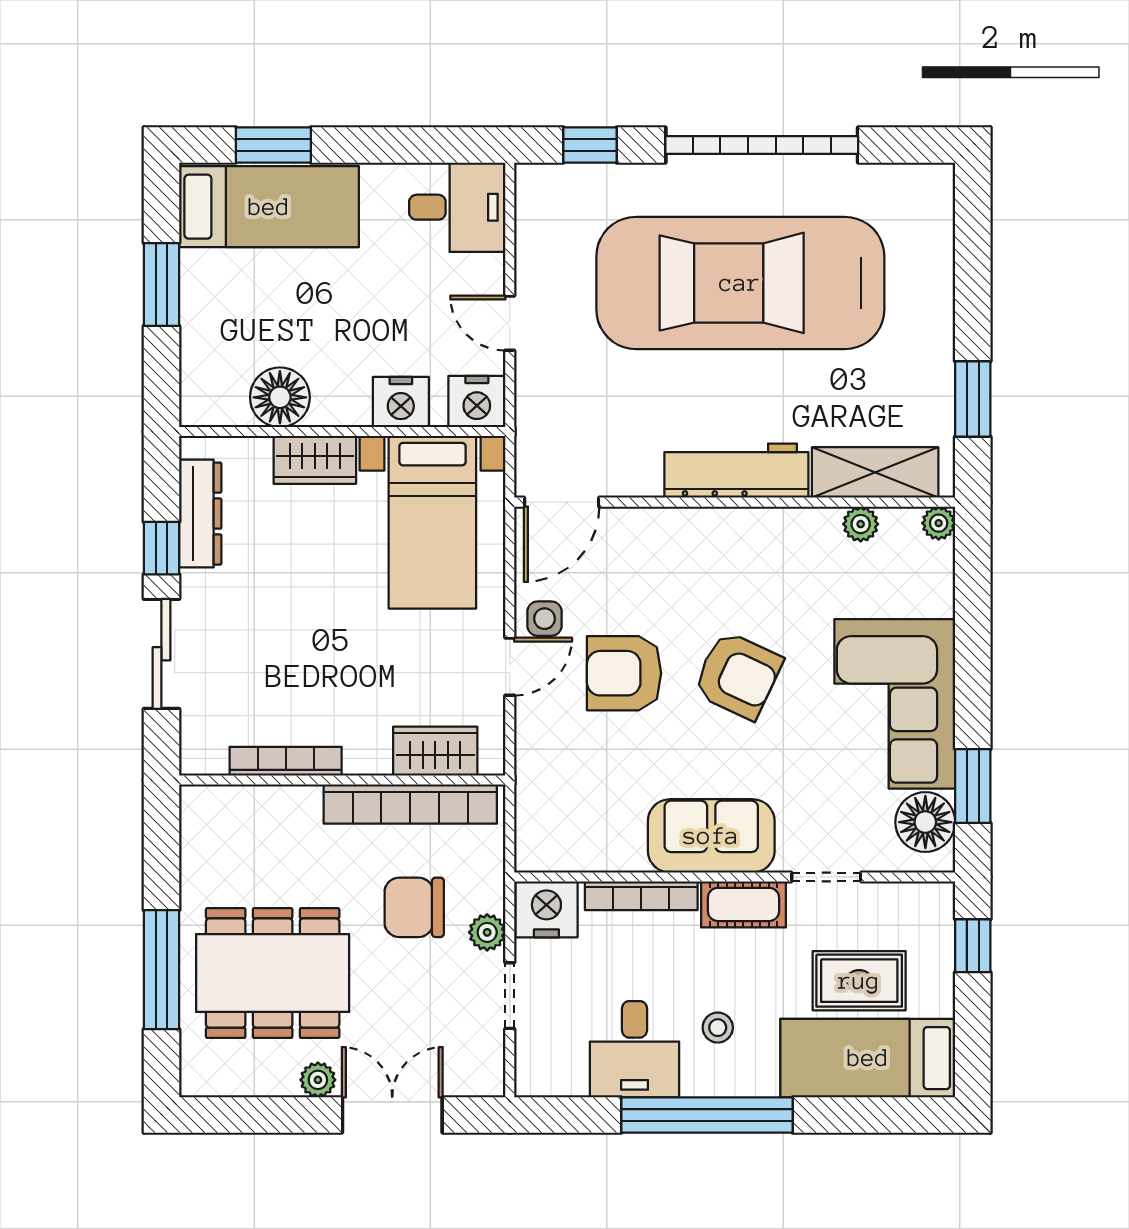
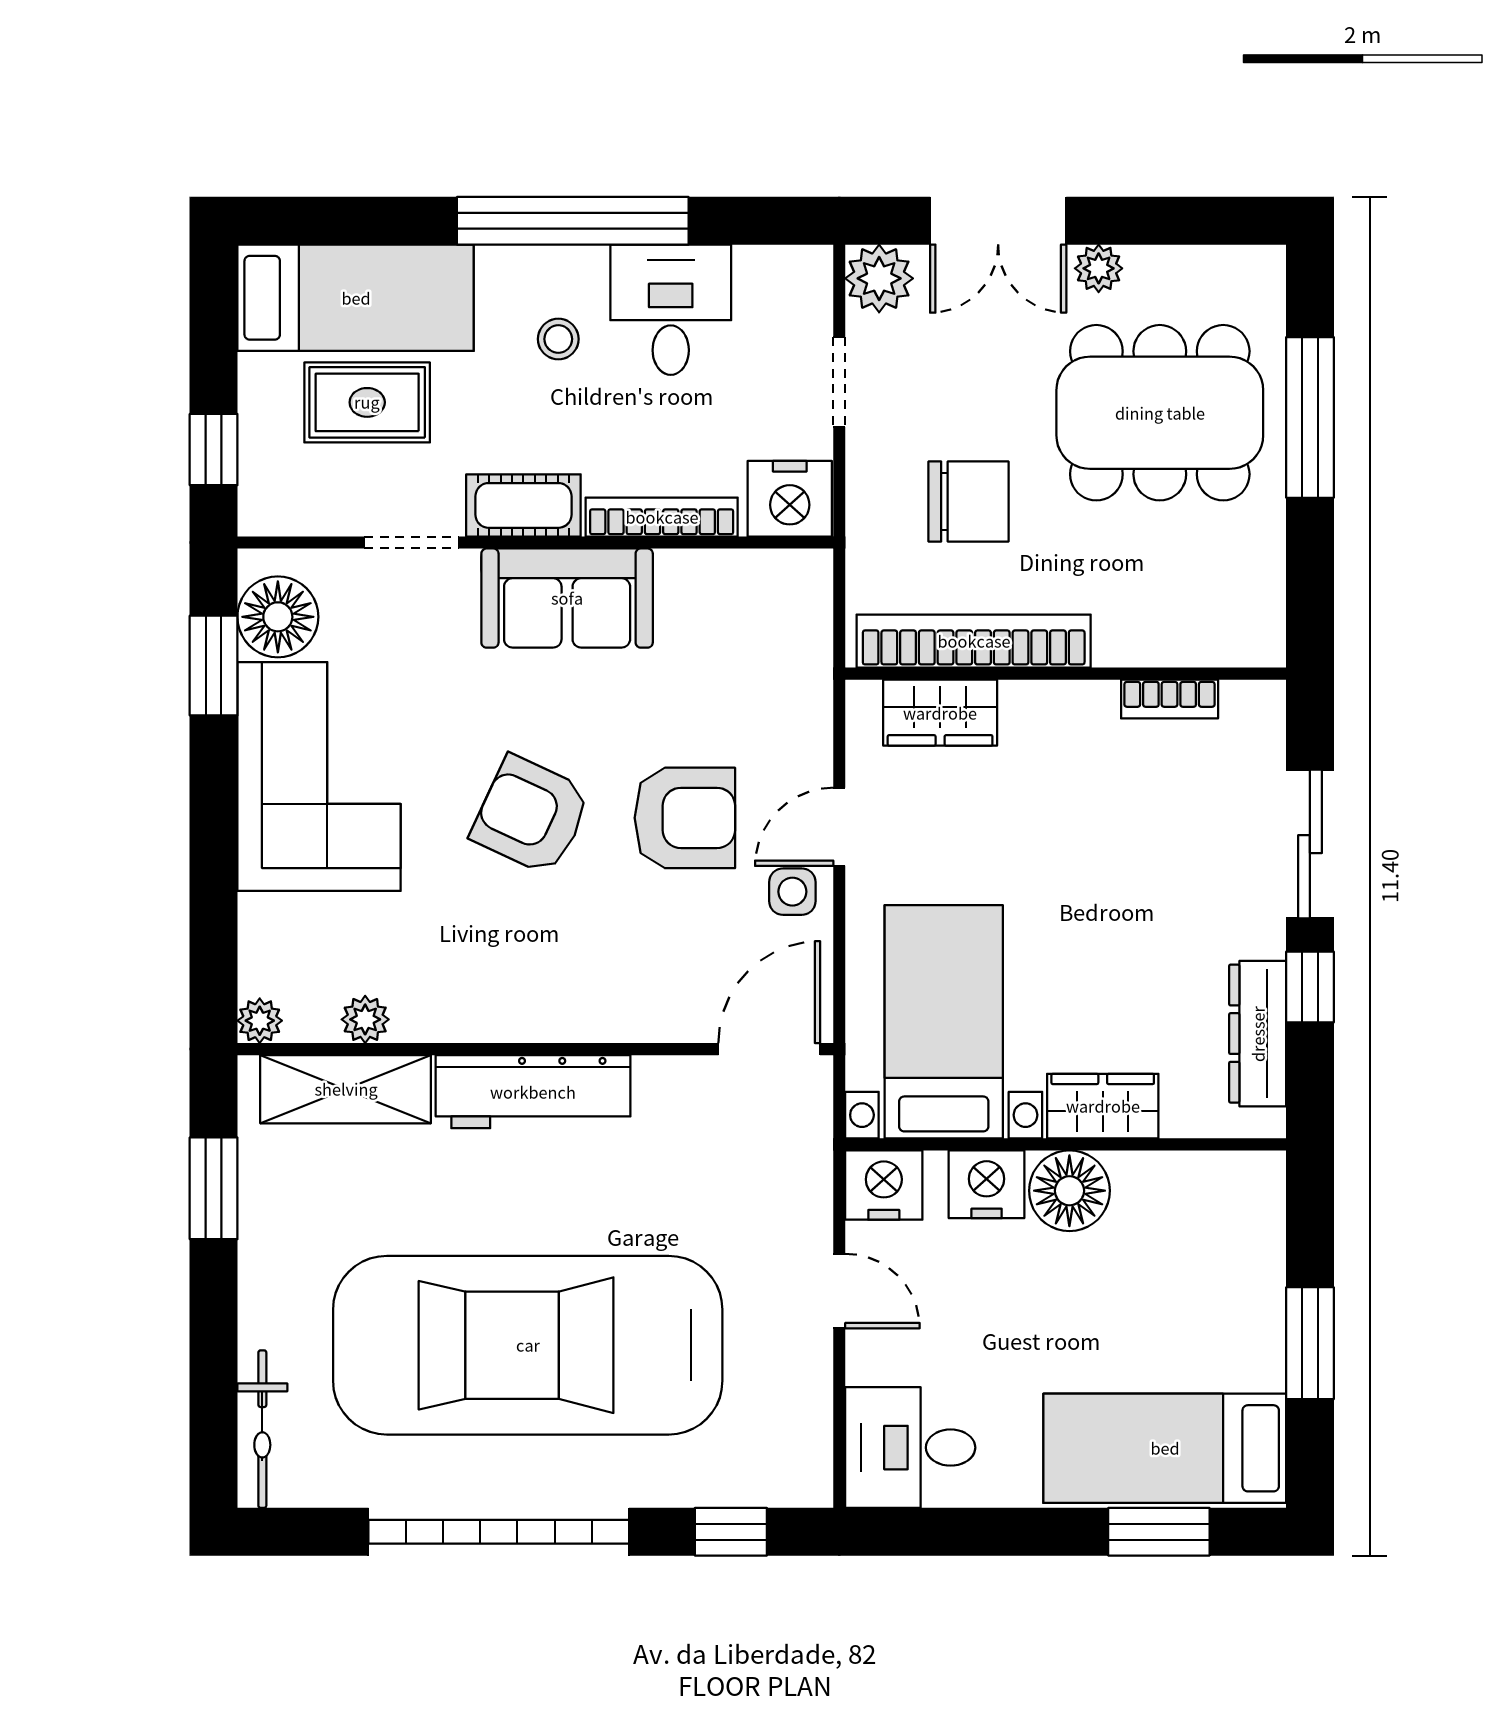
bicycle: (937, 221) -> (262, 1429), added
car: (740, 283) -> (528, 1345), turned 180
floor lamp: (280, 397) -> (1069, 1191), moved
bookcase: (286, 761) -> (1170, 699), width x0.64
plant: (487, 932) -> (879, 278), moved, width x1.38, depth x1.38

